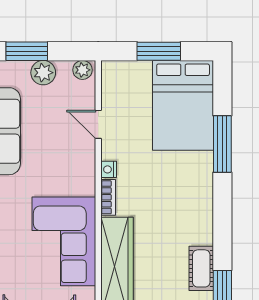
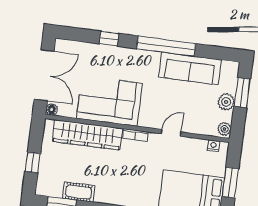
door: (98, 124) -> (171, 133), moved
nightstand: (109, 169) -> (213, 146), moved

